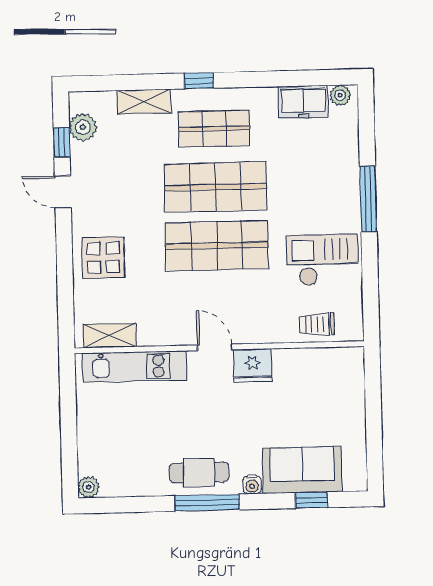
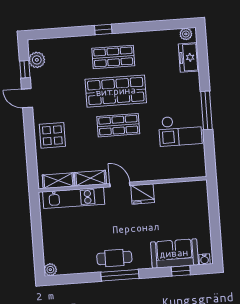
shelving: (144, 102) -> (90, 178), moved
freezer: (303, 102) -> (189, 57), moved, turned 90
window: (368, 199) -> (206, 110), moved
shop shelf: (217, 246) -> (118, 125), width x0.70, depth x0.74
checkout: (322, 260) -> (180, 131), turned 180
trolley: (317, 324) -> (179, 168), removed
water cooler: (252, 485) -> (205, 259), moved

